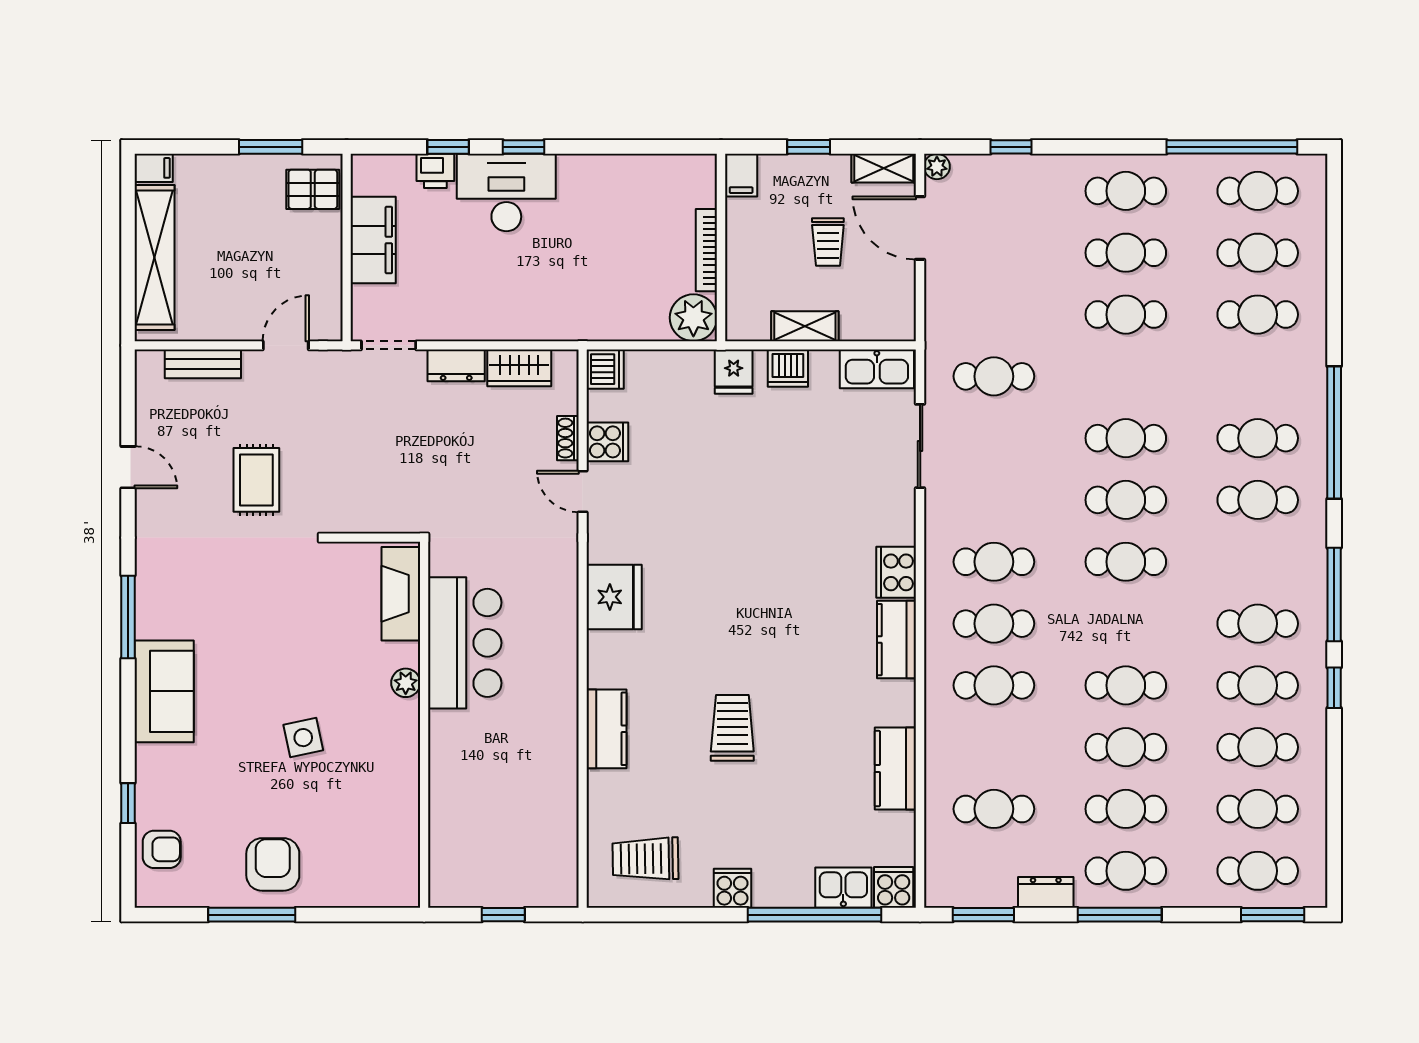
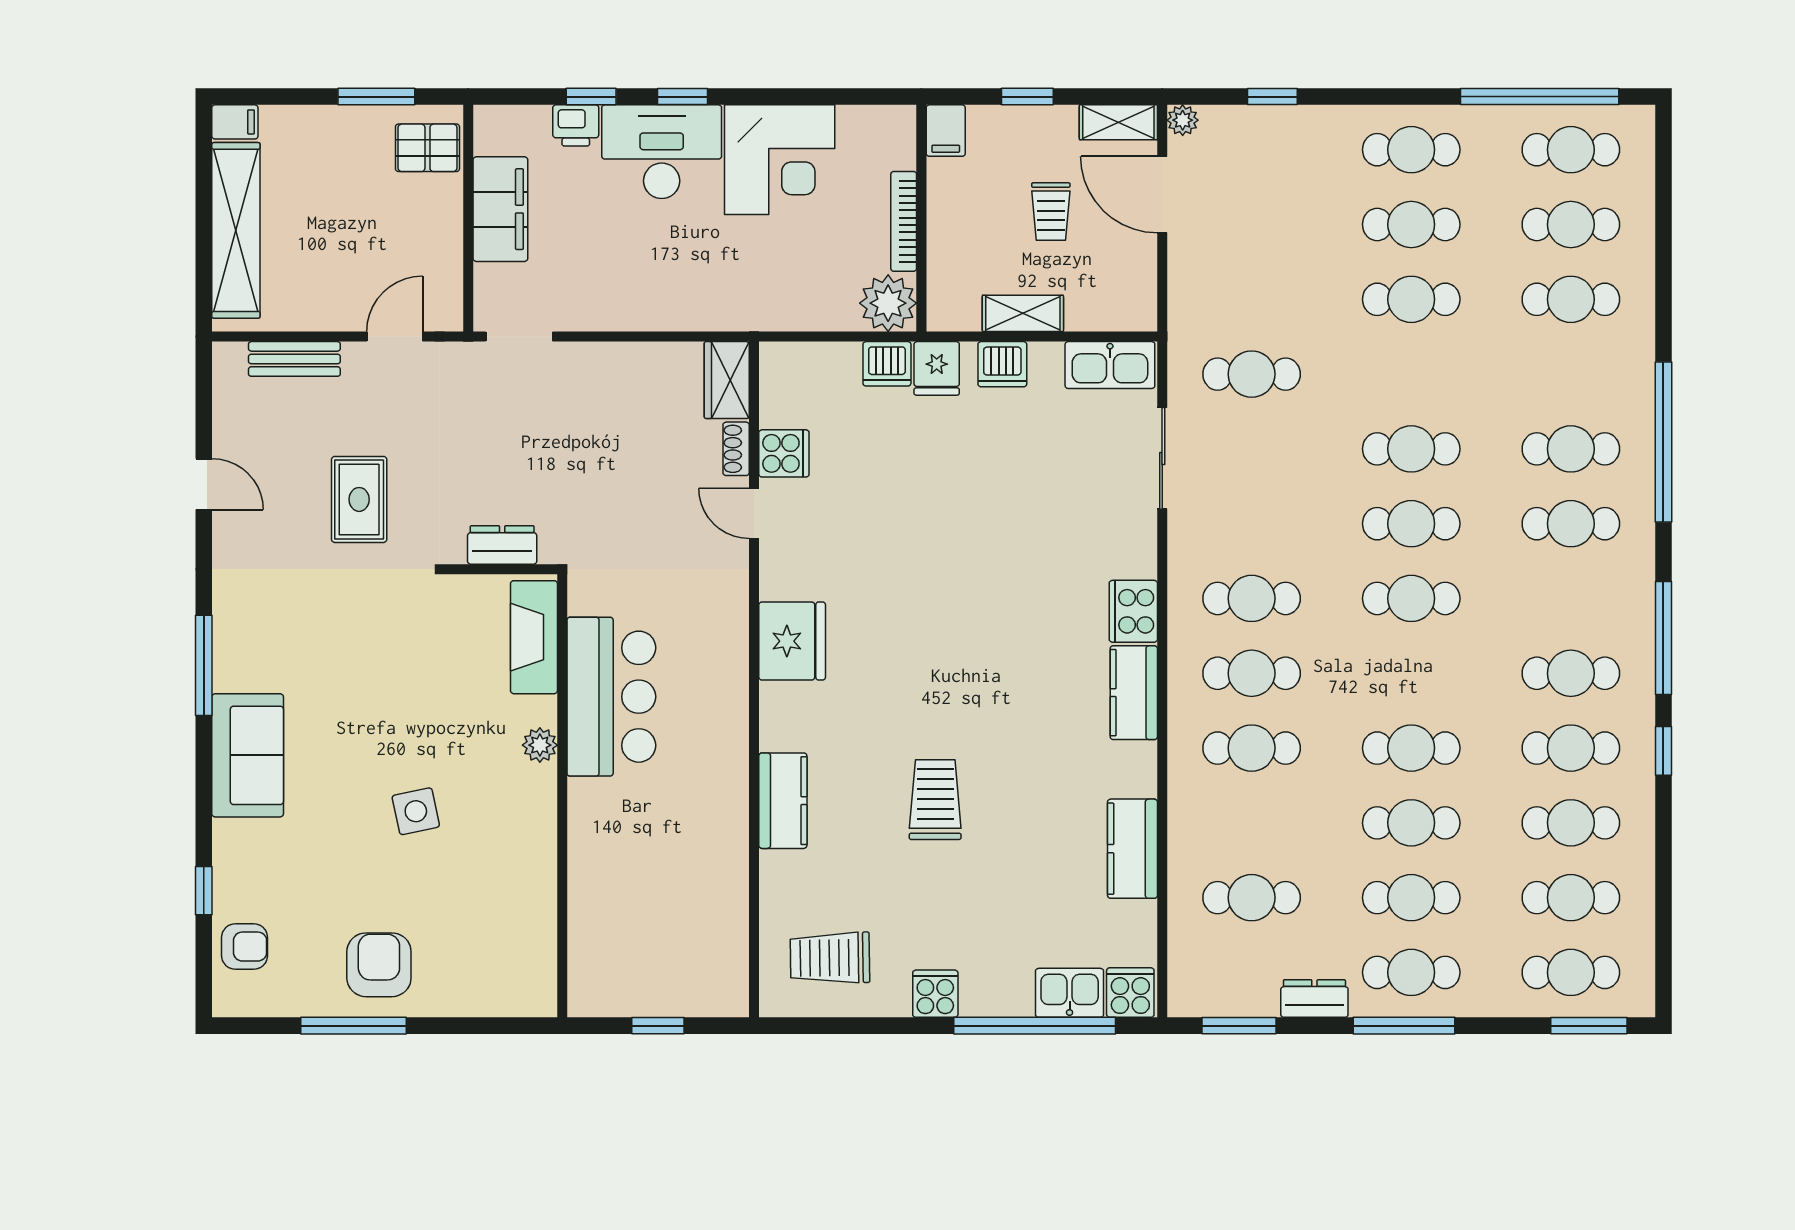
corner desk: (604, 199) -> (780, 160), added
dresser: (456, 365) -> (502, 545), moved, turned 180
wardrobe: (519, 368) -> (727, 380), moved, turned 90
dishwasher: (605, 369) -> (887, 364), moved, turned 90

